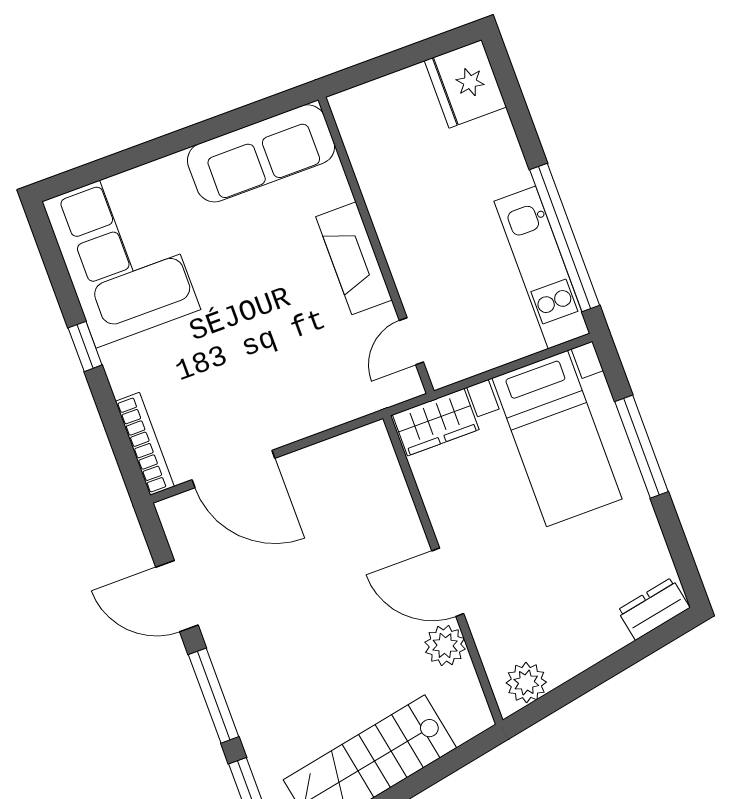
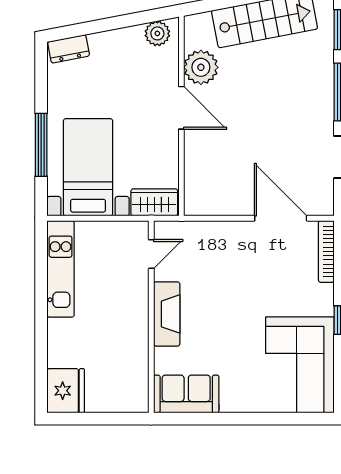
sofa: (261, 153) -> (186, 394), width x0.73
window: (565, 238) -> (41, 281), removed
plant: (445, 646) -> (201, 67), width x1.36, depth x1.36

